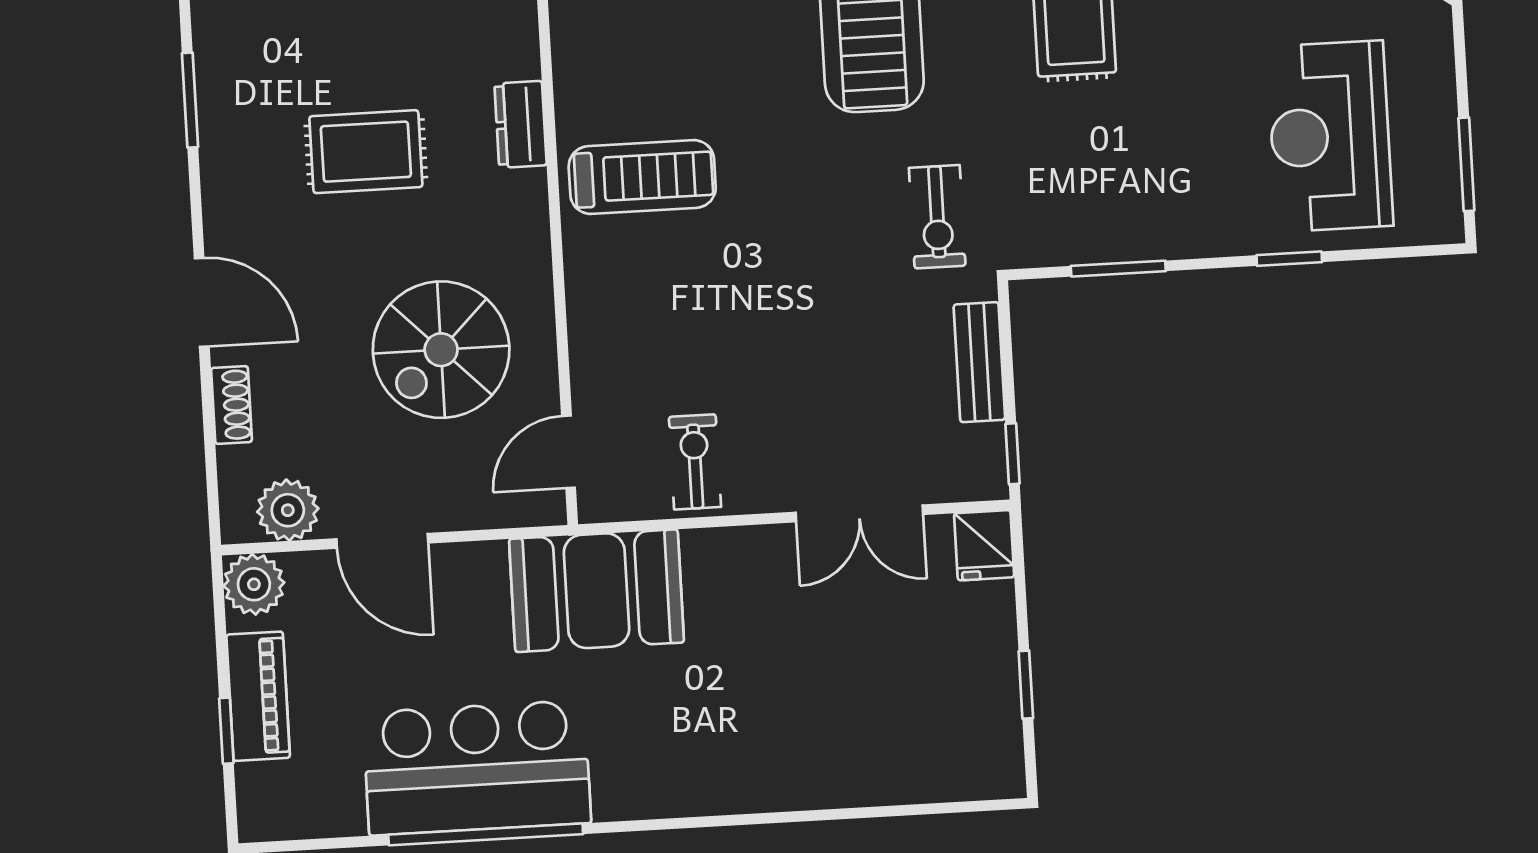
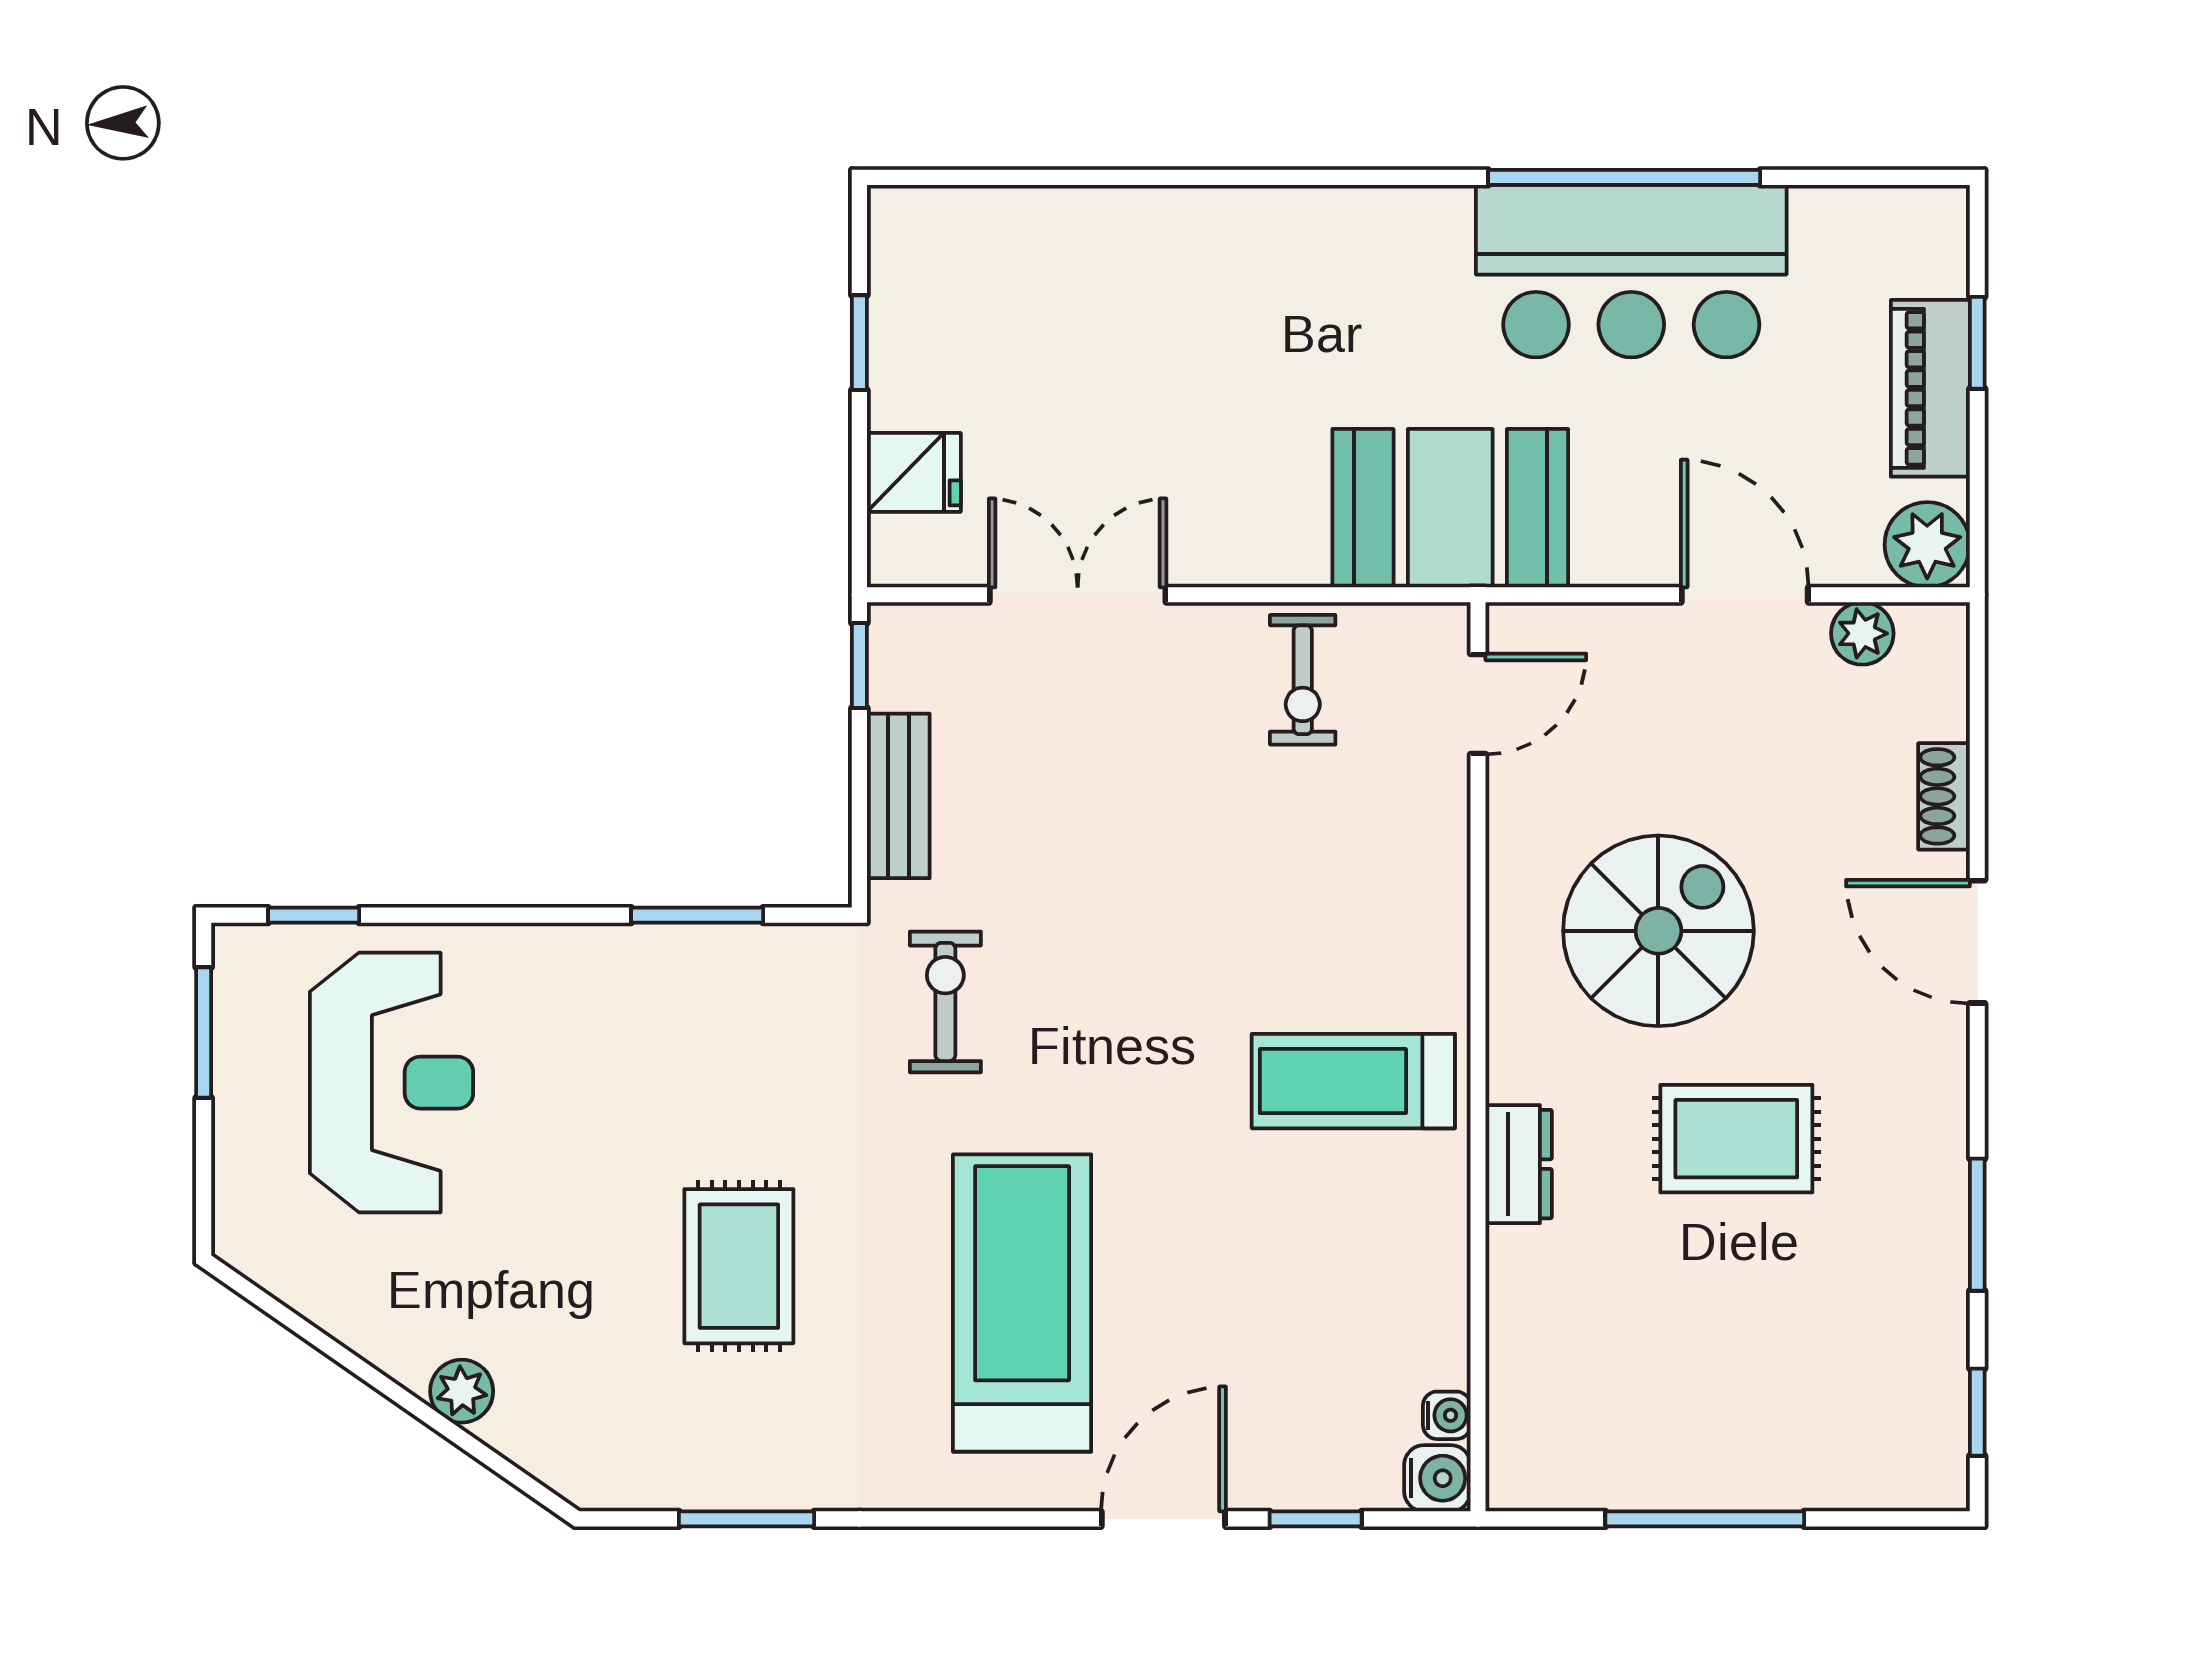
window: (1289, 259) -> (314, 915), moved
spiral stairs: (441, 350) -> (1658, 931), moved
plant: (288, 510) -> (1862, 633), width x0.73, depth x0.73
fridge: (984, 545) -> (914, 472), moved, turned 90

